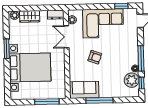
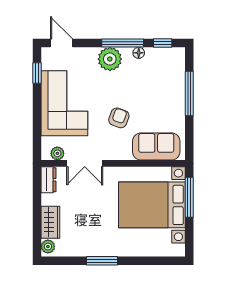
bed with nightstands: (30, 67) -> (152, 205), moved, turned -90
plant: (132, 80) -> (110, 59), moved
sofa: (84, 90) -> (156, 146), moved, turned 90
window: (99, 100) -> (189, 93), moved

